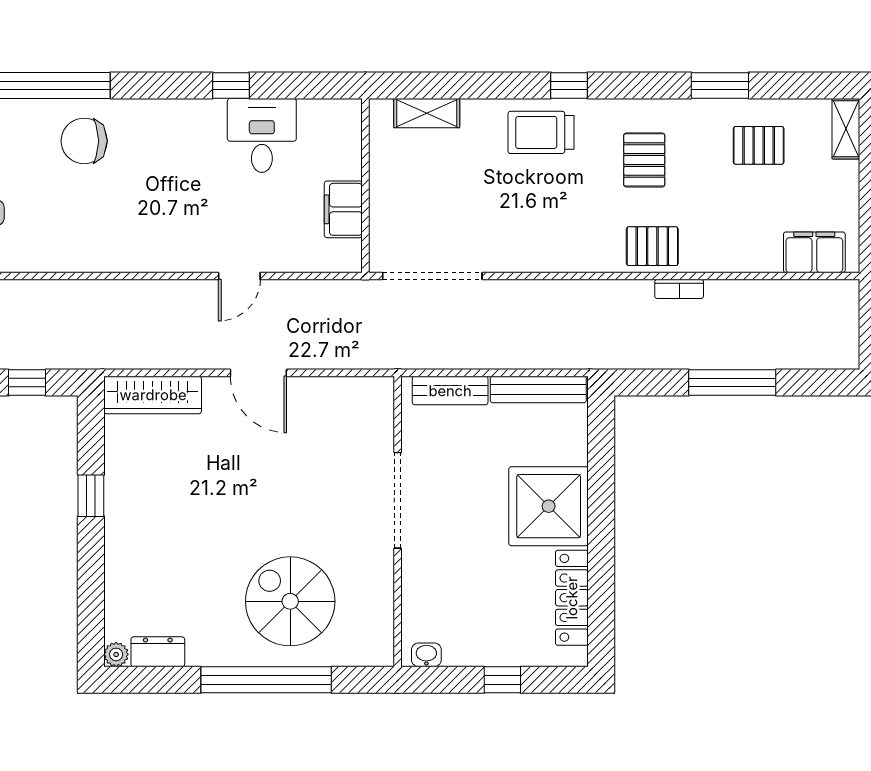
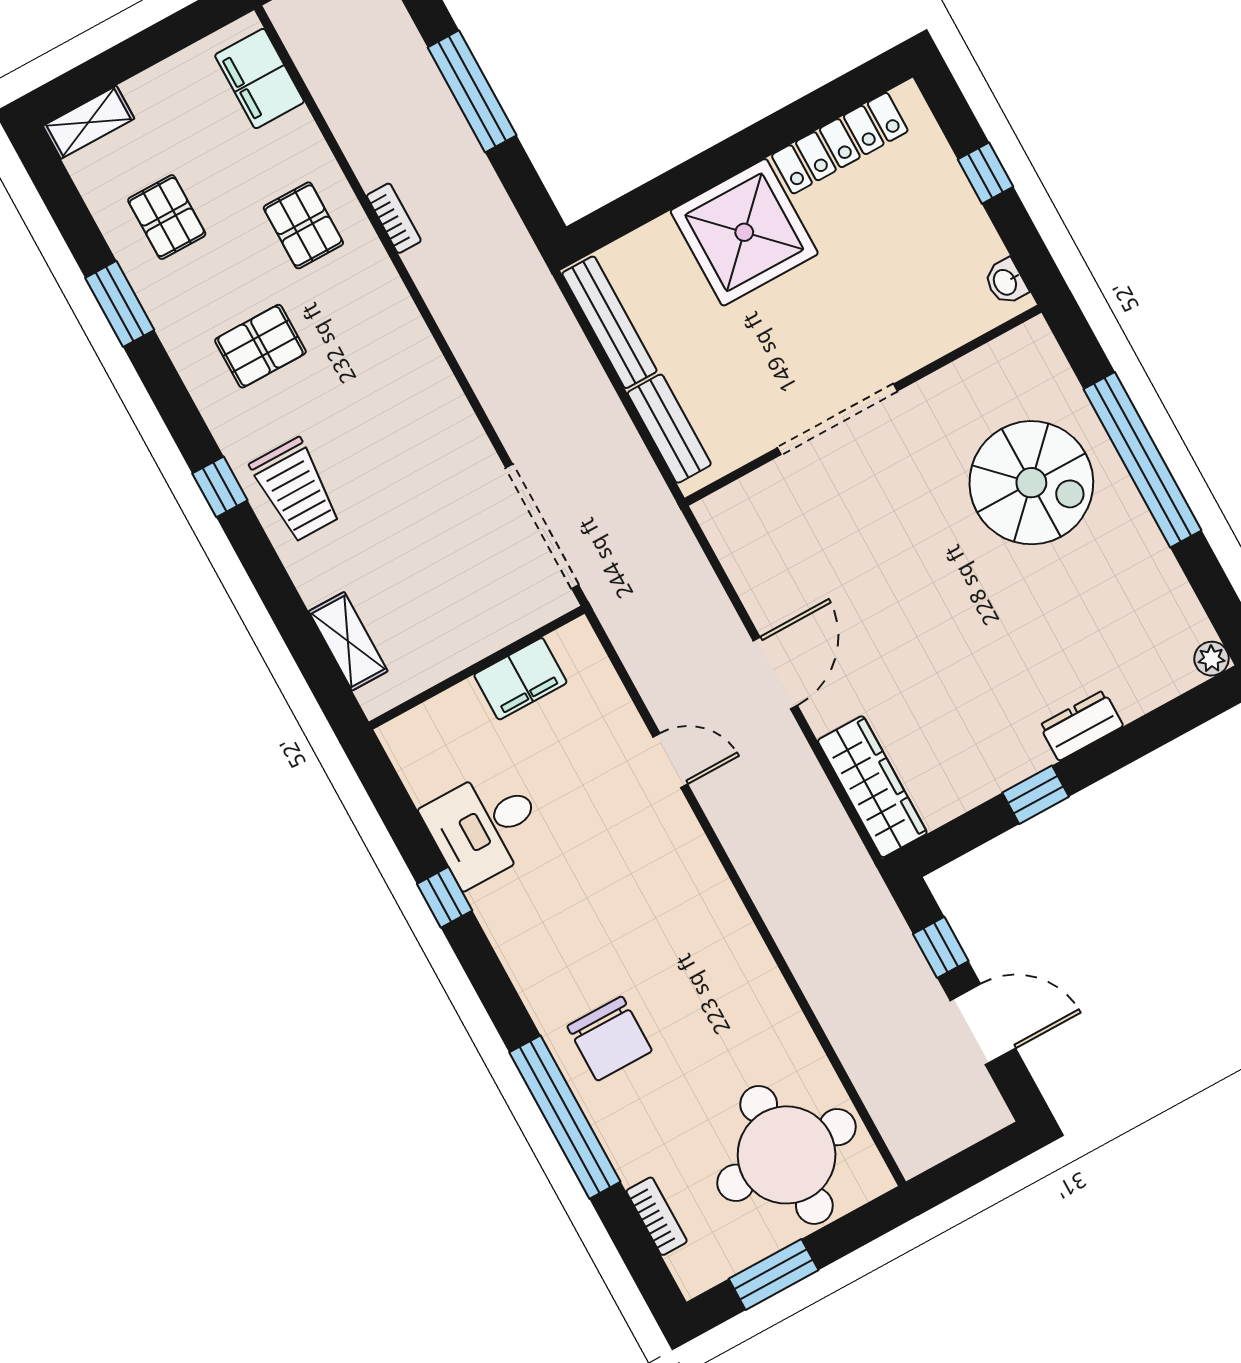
pallet: (652, 246) -> (303, 225), moved
spiral stairs: (290, 601) -> (1031, 483), turned -90
dresser: (158, 652) -> (1081, 726), moved, turned 90

